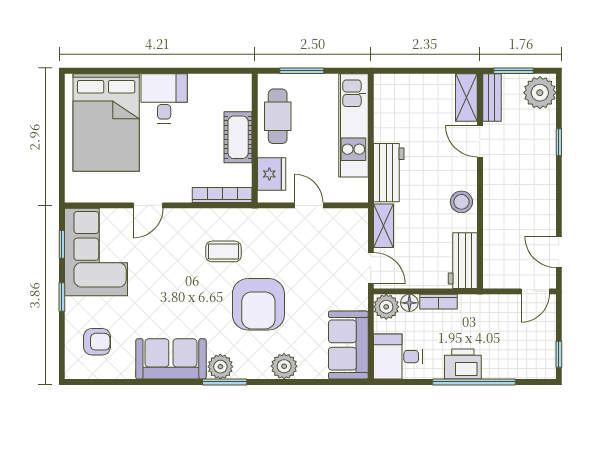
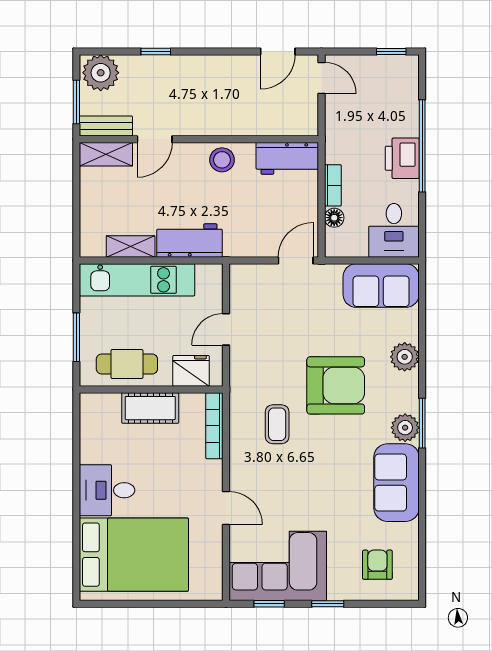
shelving: (383, 226) -> (131, 246), moved
plant: (386, 307) -> (339, 243), removed

